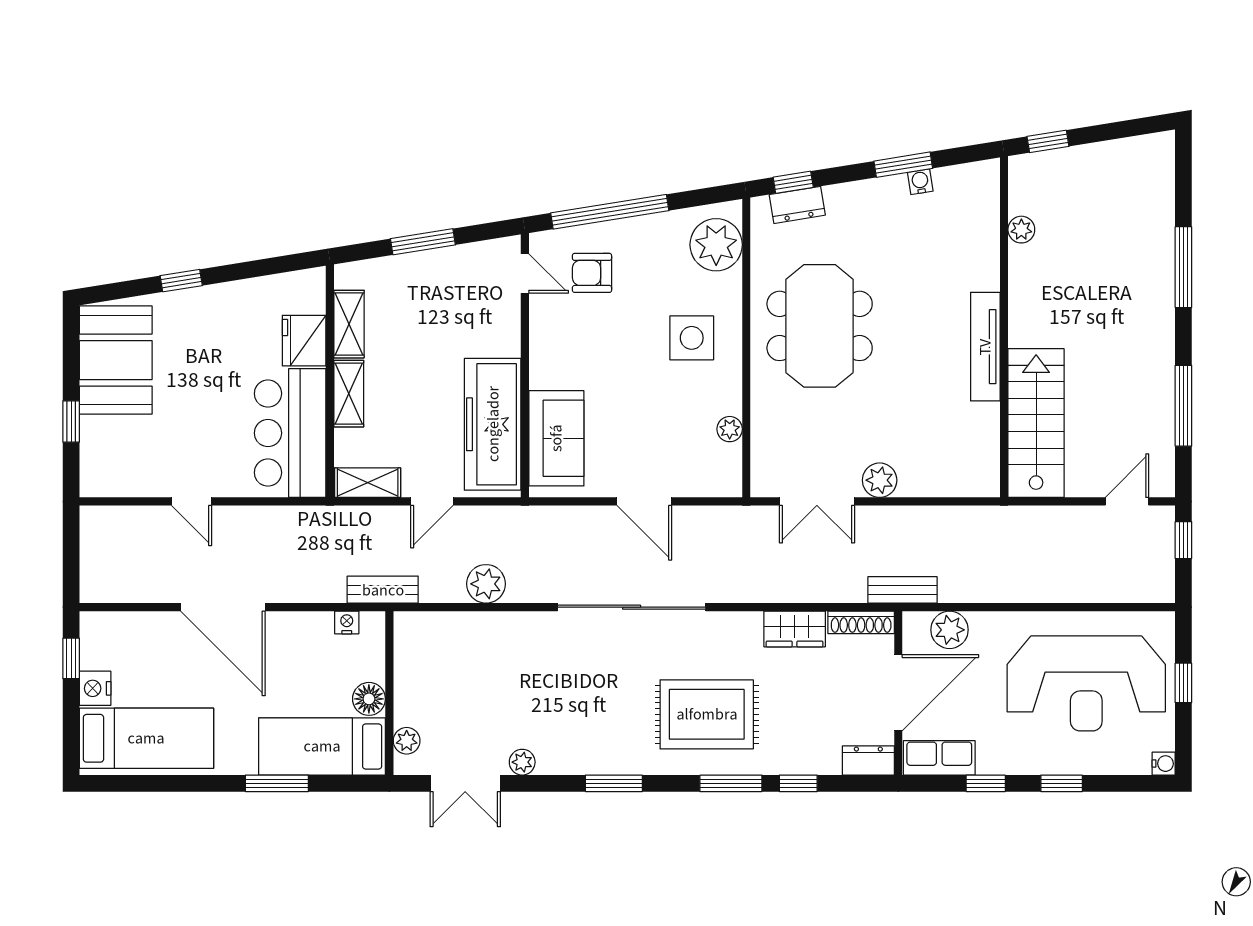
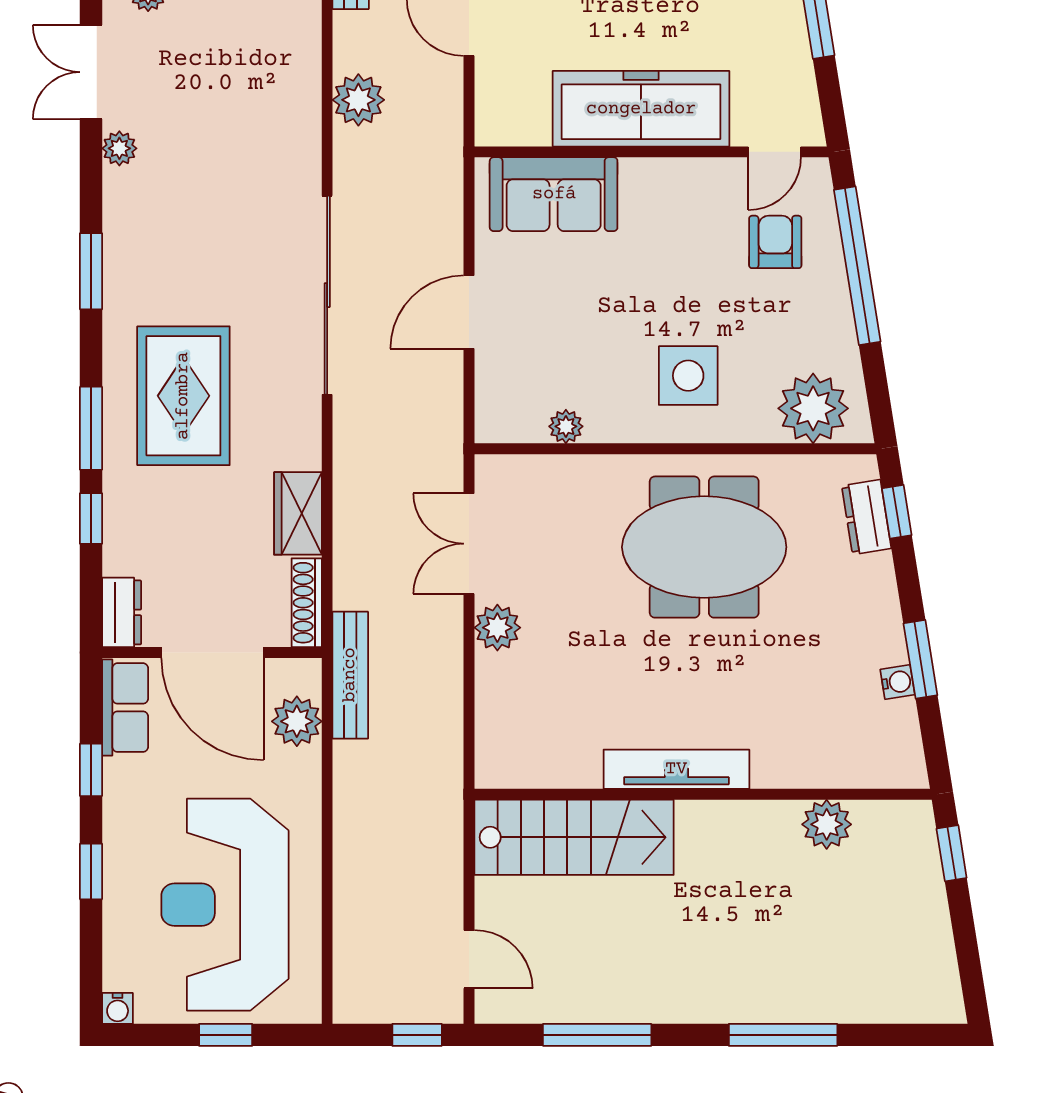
plant: (1021, 230) -> (827, 824), width x1.38, depth x1.38
freezer: (493, 424) -> (641, 109), moved
bench: (903, 590) -> (350, 675), width x1.36

